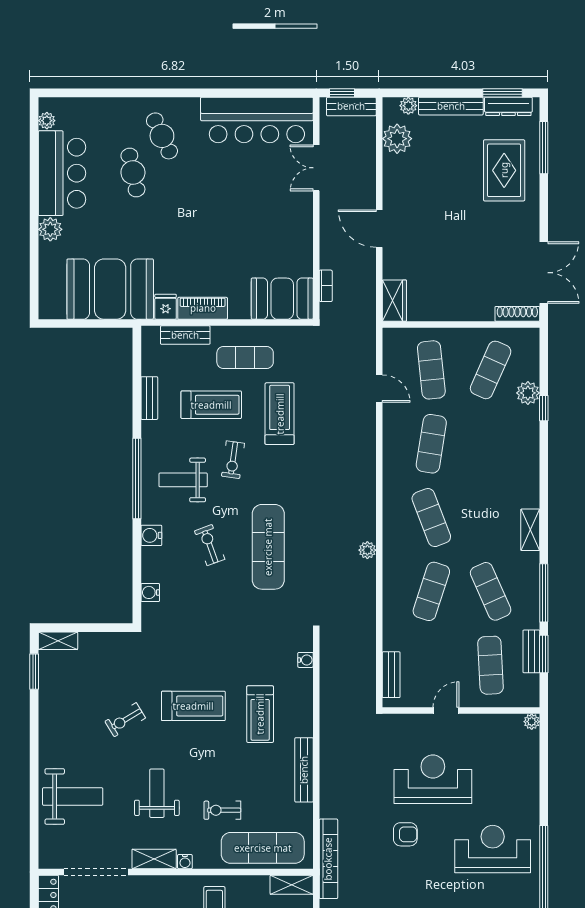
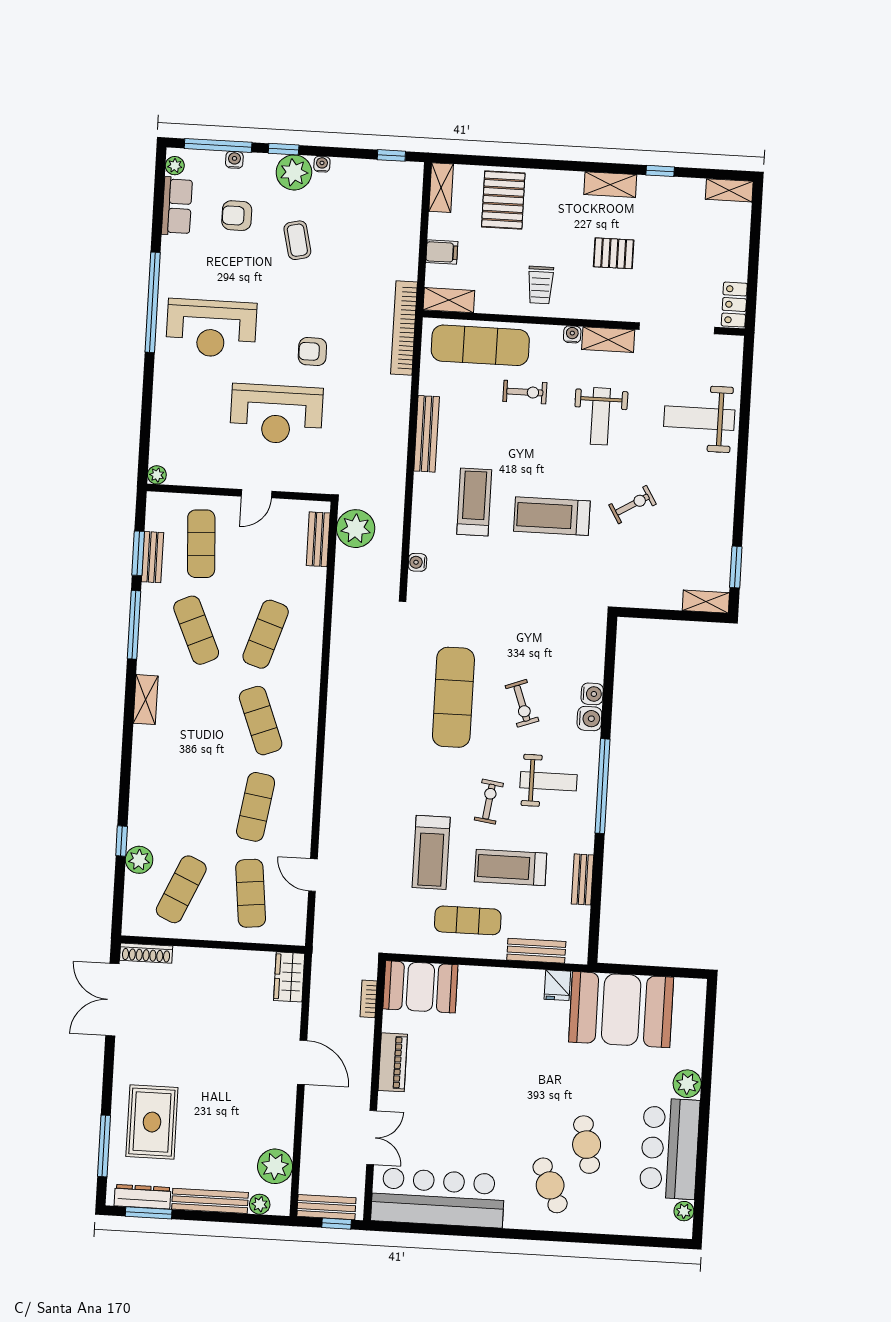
piano: (203, 308) -> (393, 1062), moved, turned -90
plant: (367, 550) -> (356, 529), moved, width x1.88, depth x1.88
water cooler: (150, 592) -> (592, 694), moved

